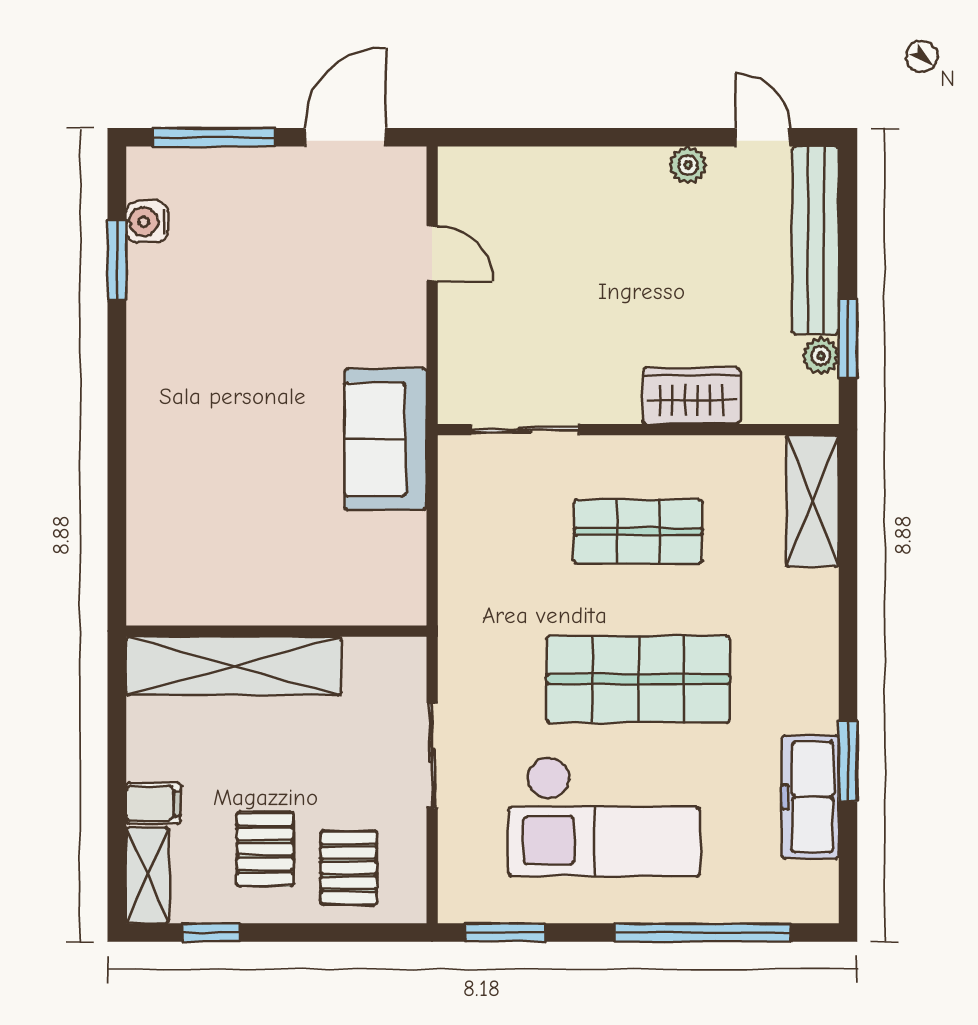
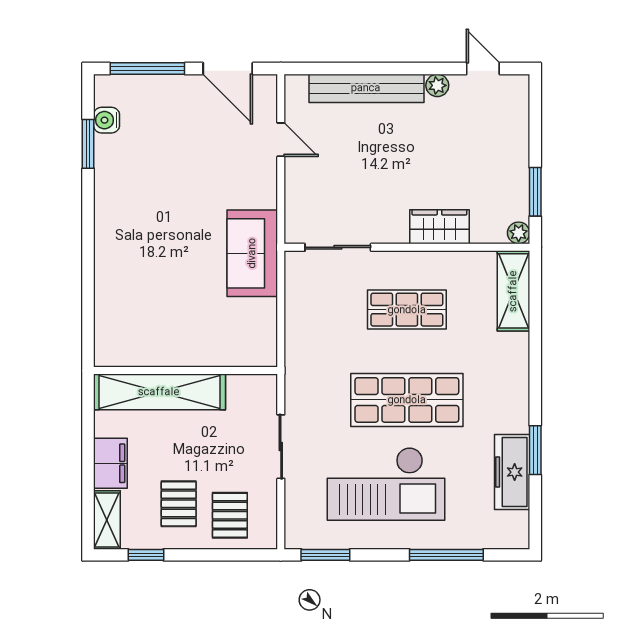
door: (345, 137) -> (228, 69), swing flipped
bench: (816, 240) -> (366, 88), moved, turned 90
plant: (821, 356) -> (519, 233), moved
filing cabinet: (153, 803) -> (110, 463), width x2.00
window: (703, 933) -> (446, 555), width x0.68

